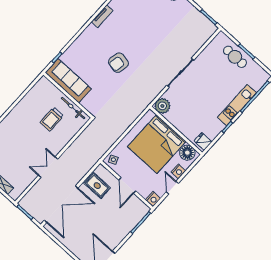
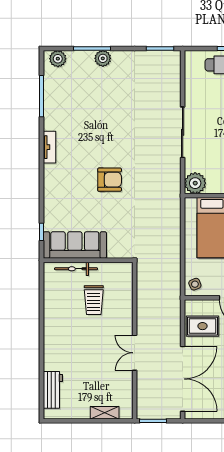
armchair: (118, 63) -> (110, 180), turned -101
bicycle: (73, 108) -> (76, 269), moved

